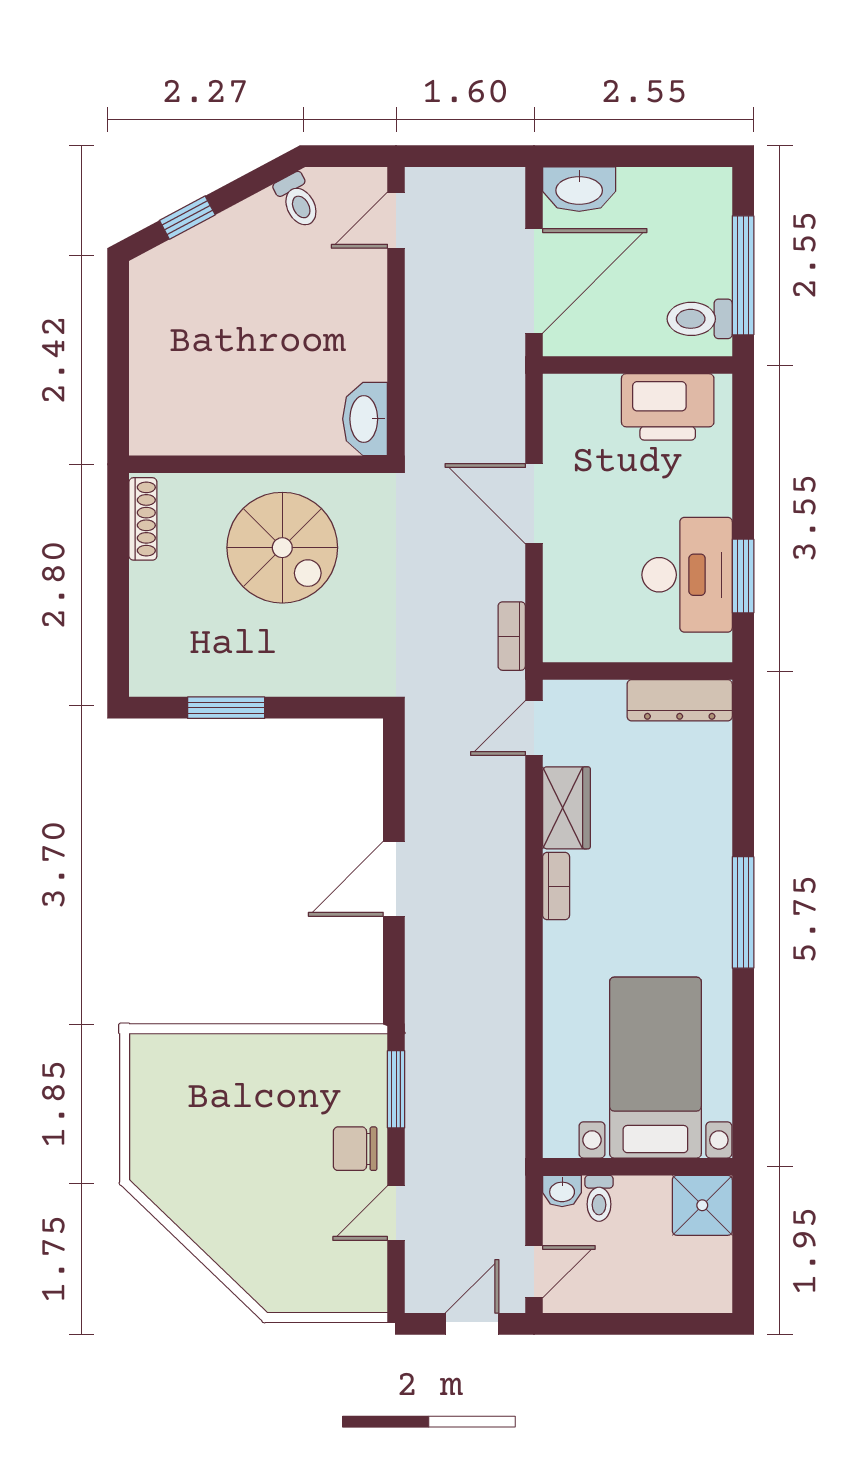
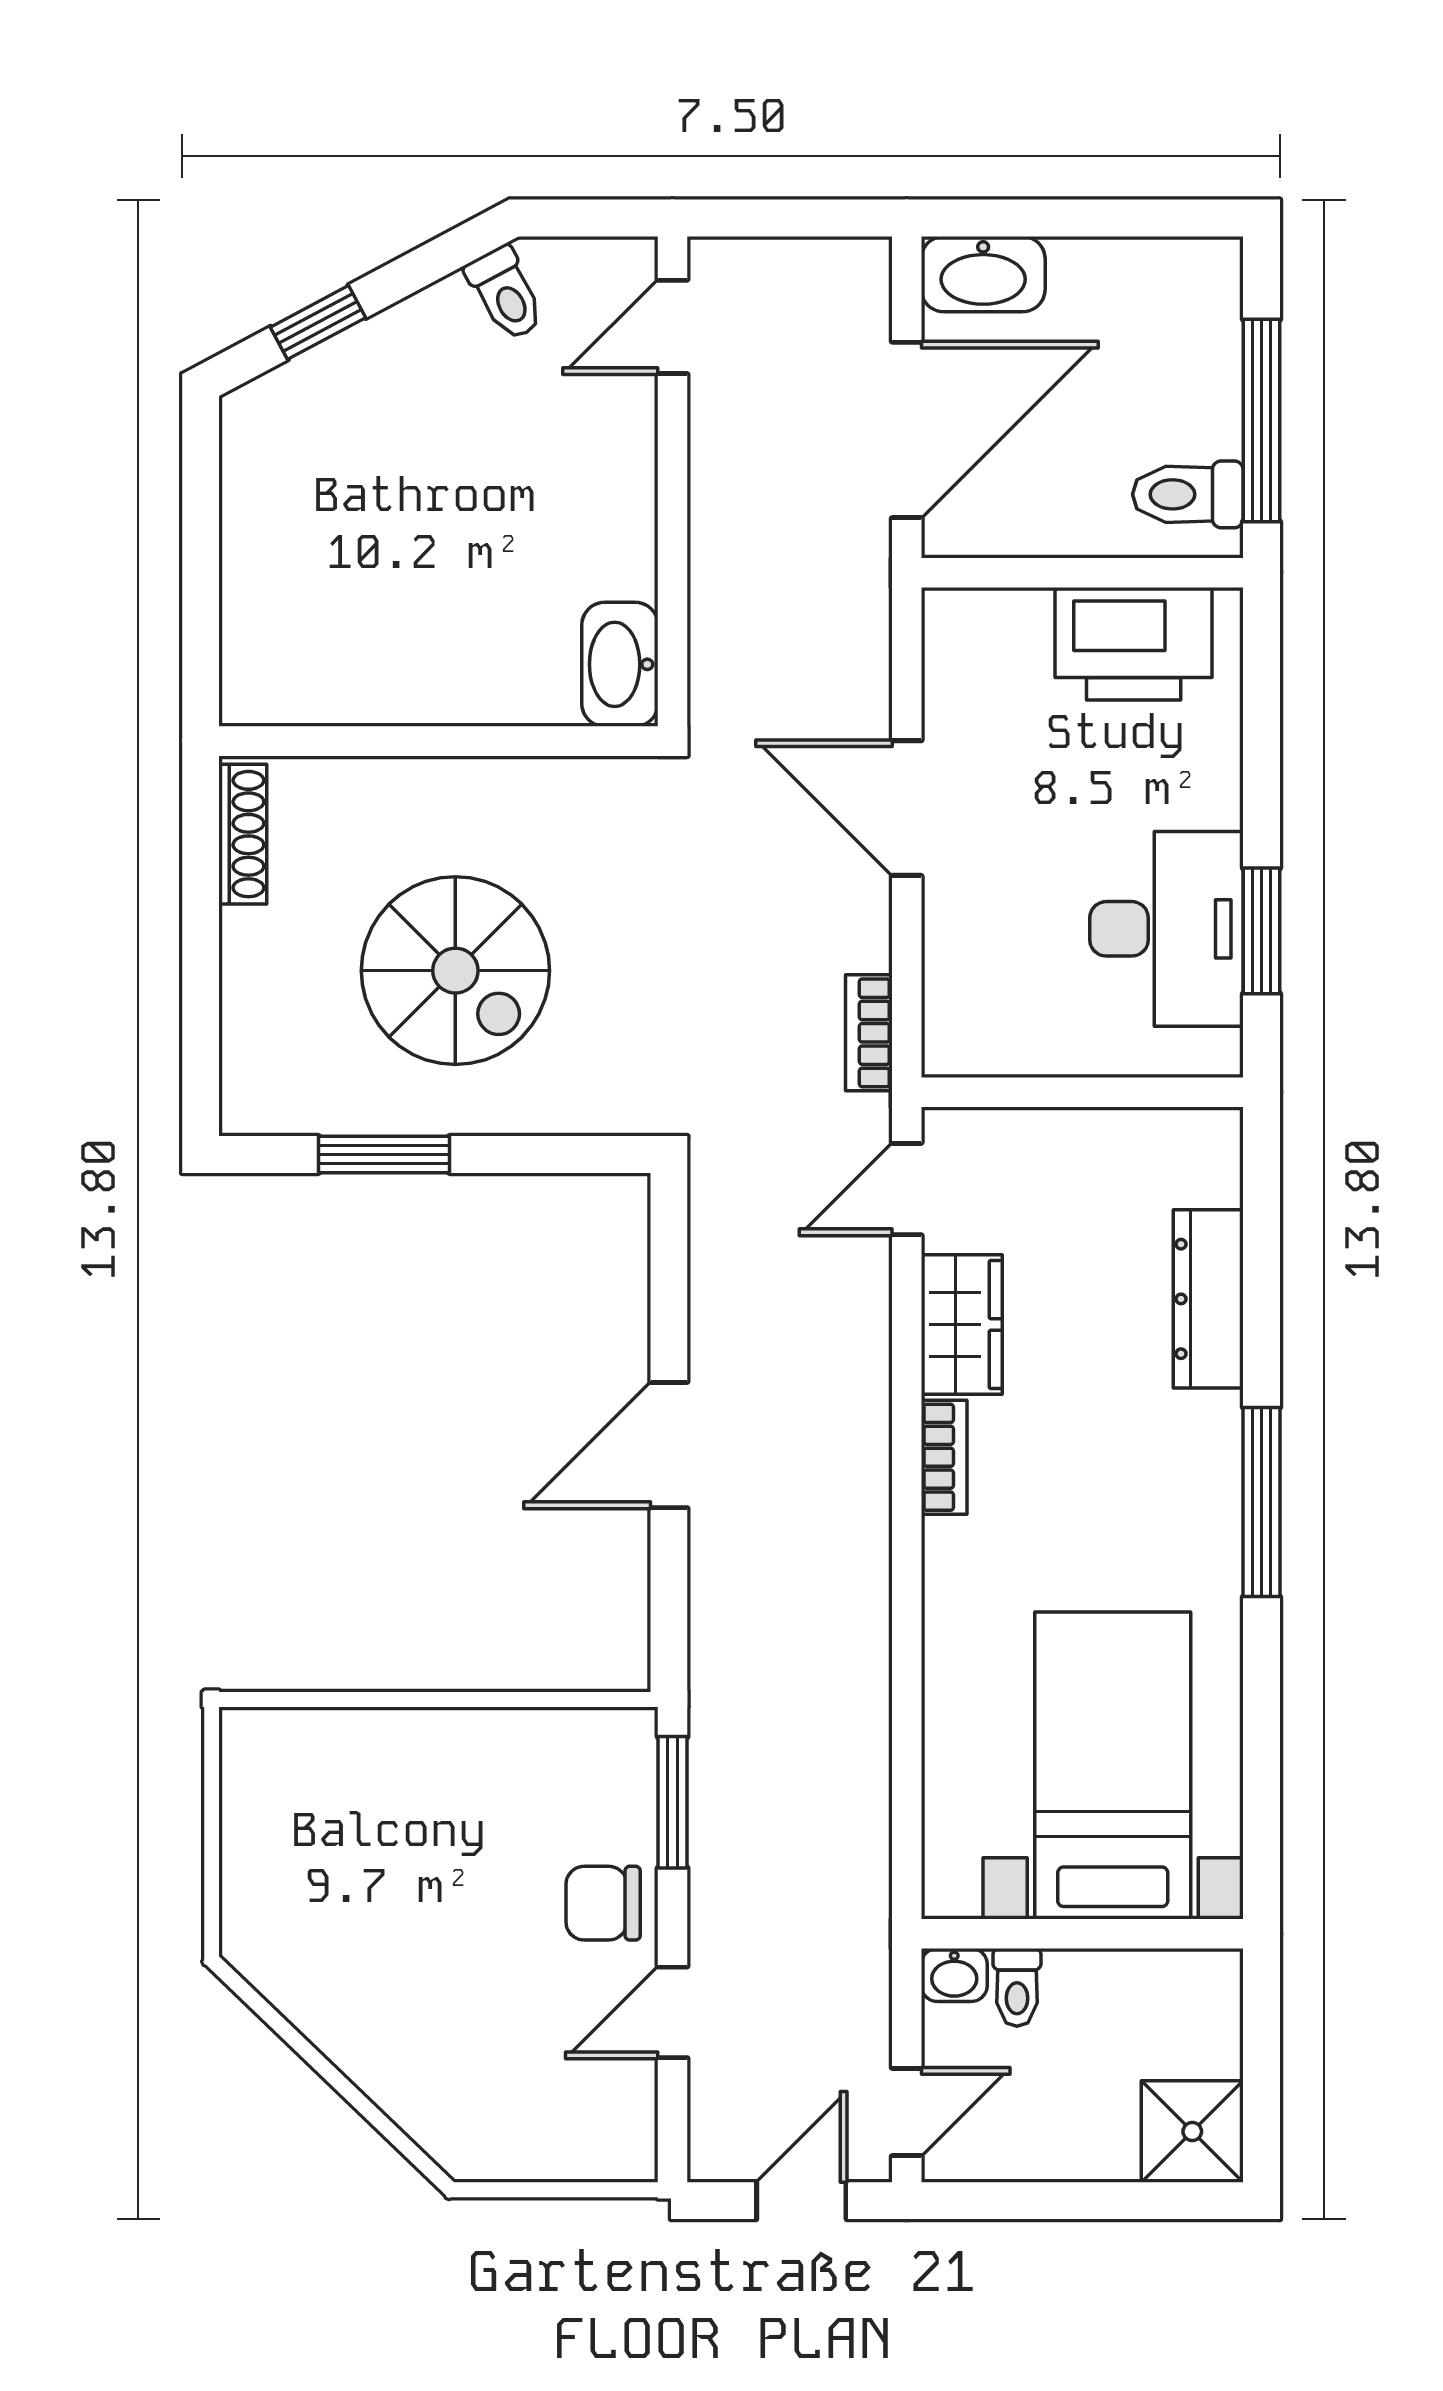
spiral stairs: (282, 548) -> (455, 971), moved
dresser: (680, 700) -> (1208, 1299), moved, turned 90
shower: (702, 1205) -> (1192, 2131), moved

